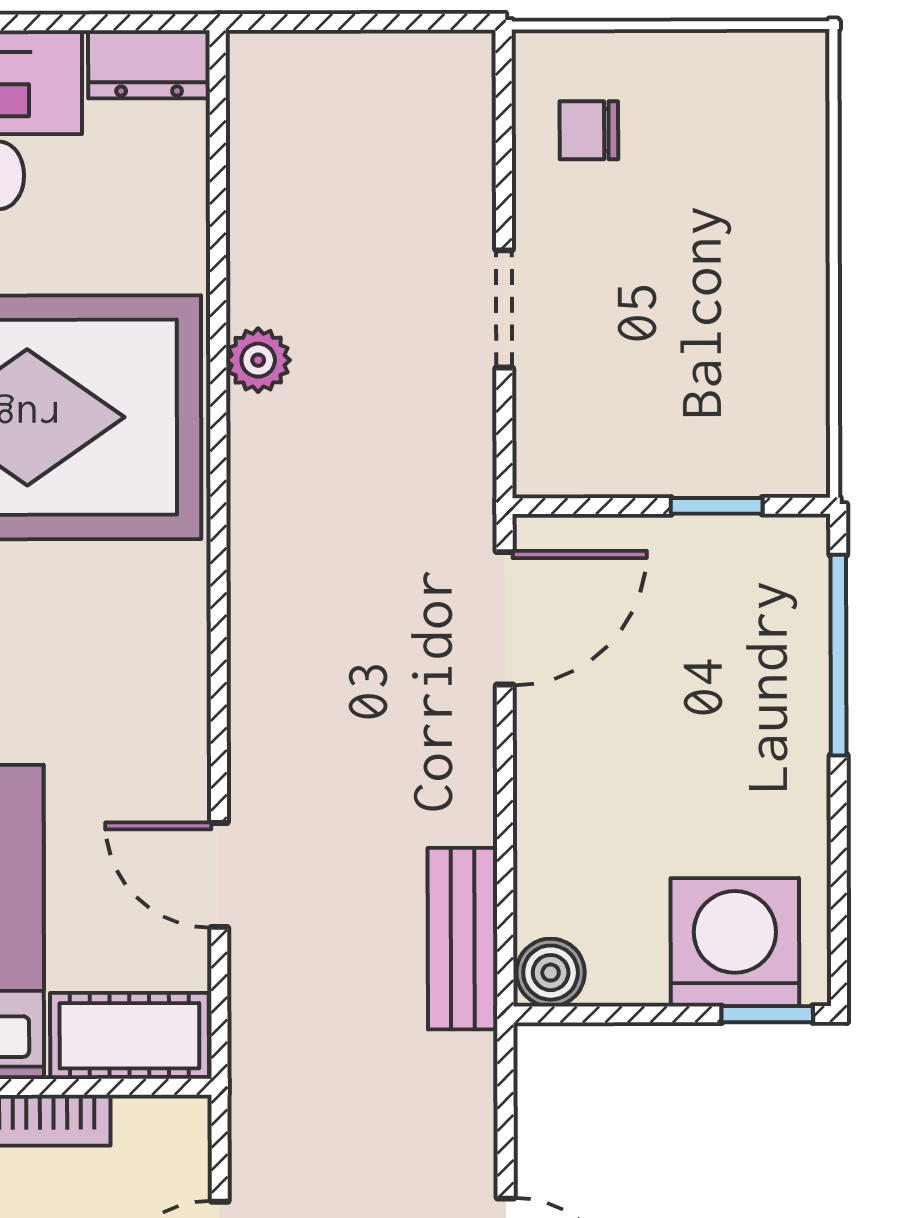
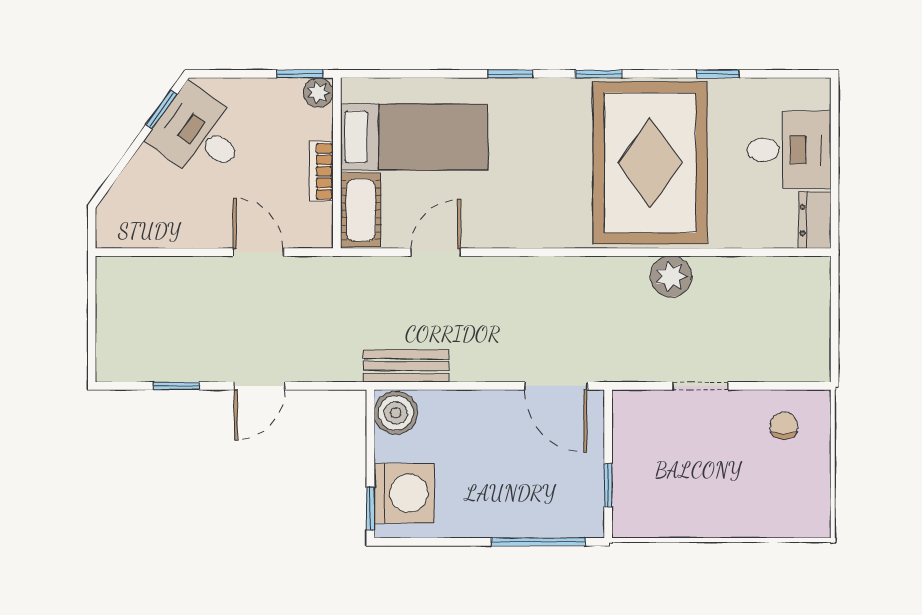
plant: (258, 360) -> (671, 276), width x1.38, depth x1.38
boiler: (551, 973) -> (396, 413), width x1.36, depth x1.36

